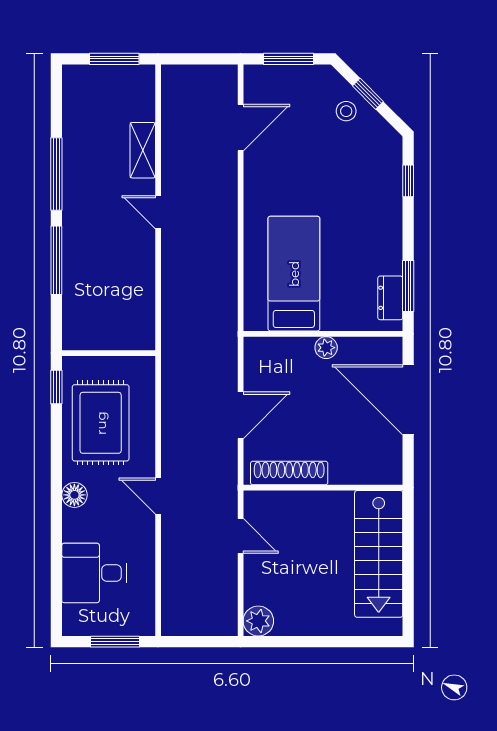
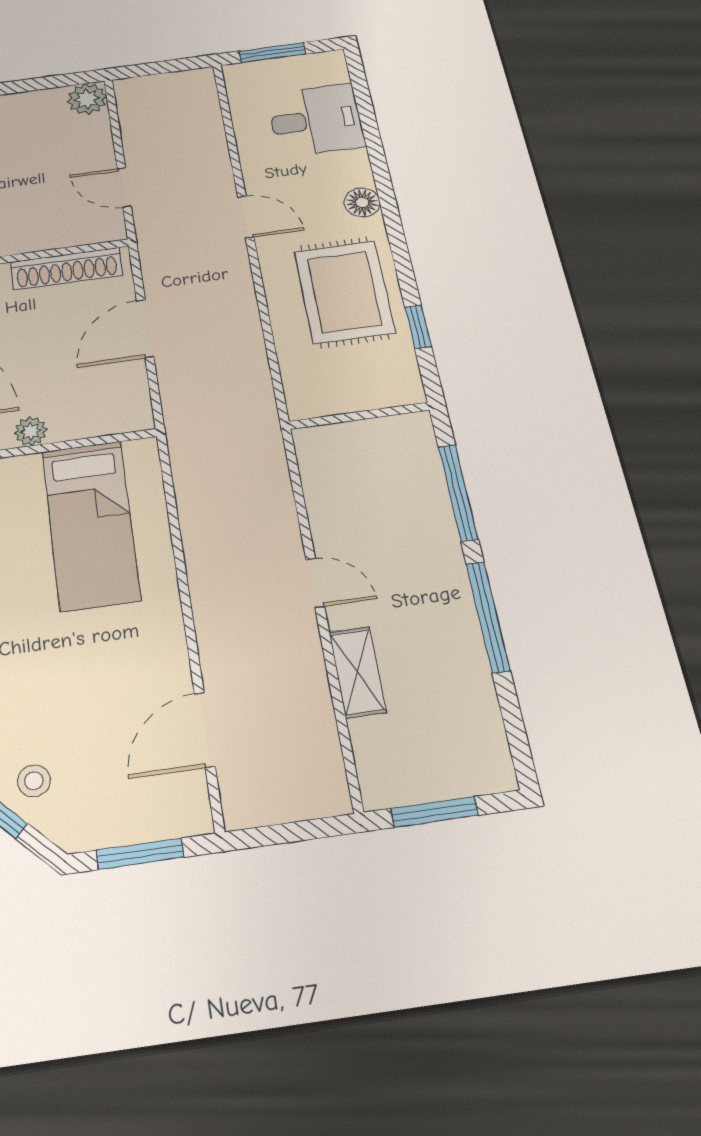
wall: (109, 353) -> (359, 416), moved

